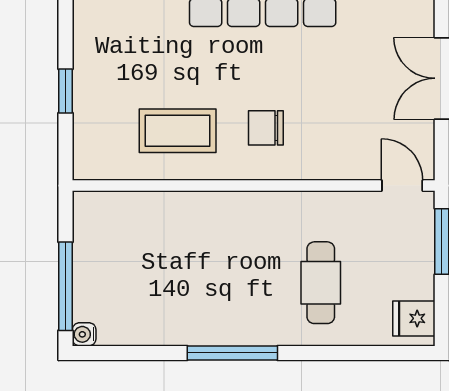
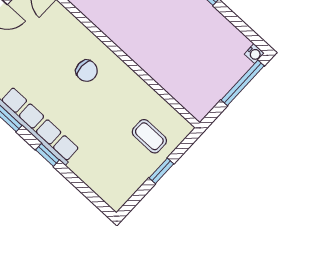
coffee table: (178, 131) -> (149, 136), moved, width x0.73, depth x0.77

